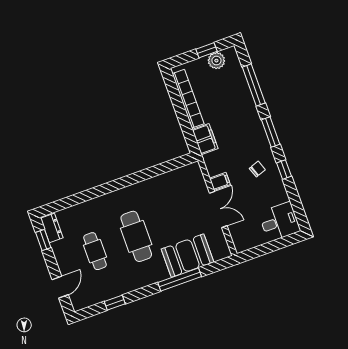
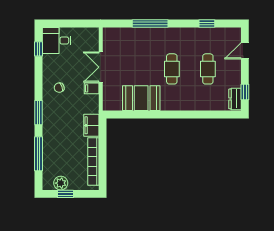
window: (284, 170) -> (39, 49), moved
cafe table: (136, 236) -> (172, 69), width x0.73, depth x0.74
booth: (188, 256) -> (141, 98), moved

